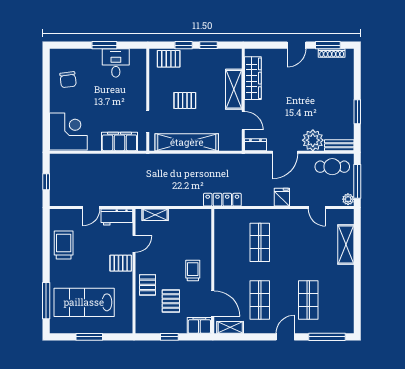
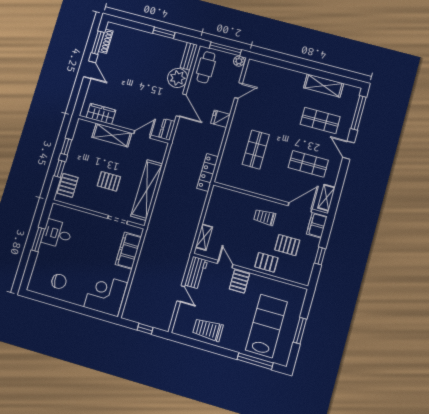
wardrobe: (253, 78) -> (101, 114), width x0.67
pallet: (185, 100) -> (109, 181), turned 90
shop shelf: (260, 242) -> (256, 150), turned 90
shelving: (346, 245) -> (324, 86), moved
lab bench: (84, 302) -> (266, 326), turned 180

